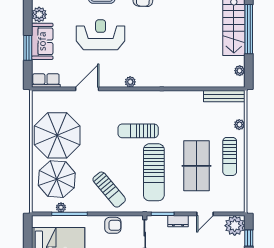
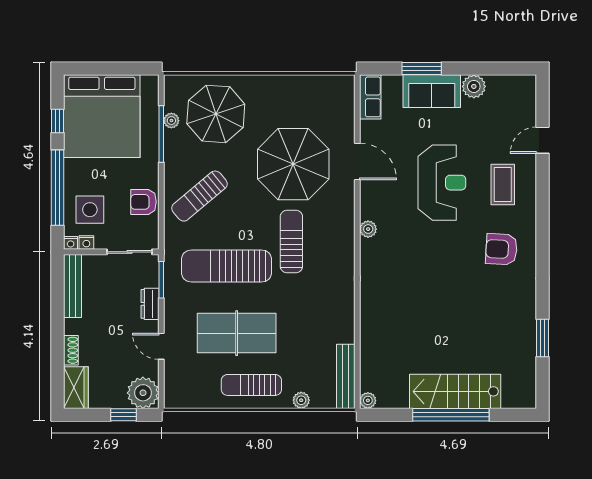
plant: (240, 71) -> (368, 400), moved
parasol: (57, 135) -> (293, 164), moved
armchair: (113, 225) -> (143, 202), turned 90

